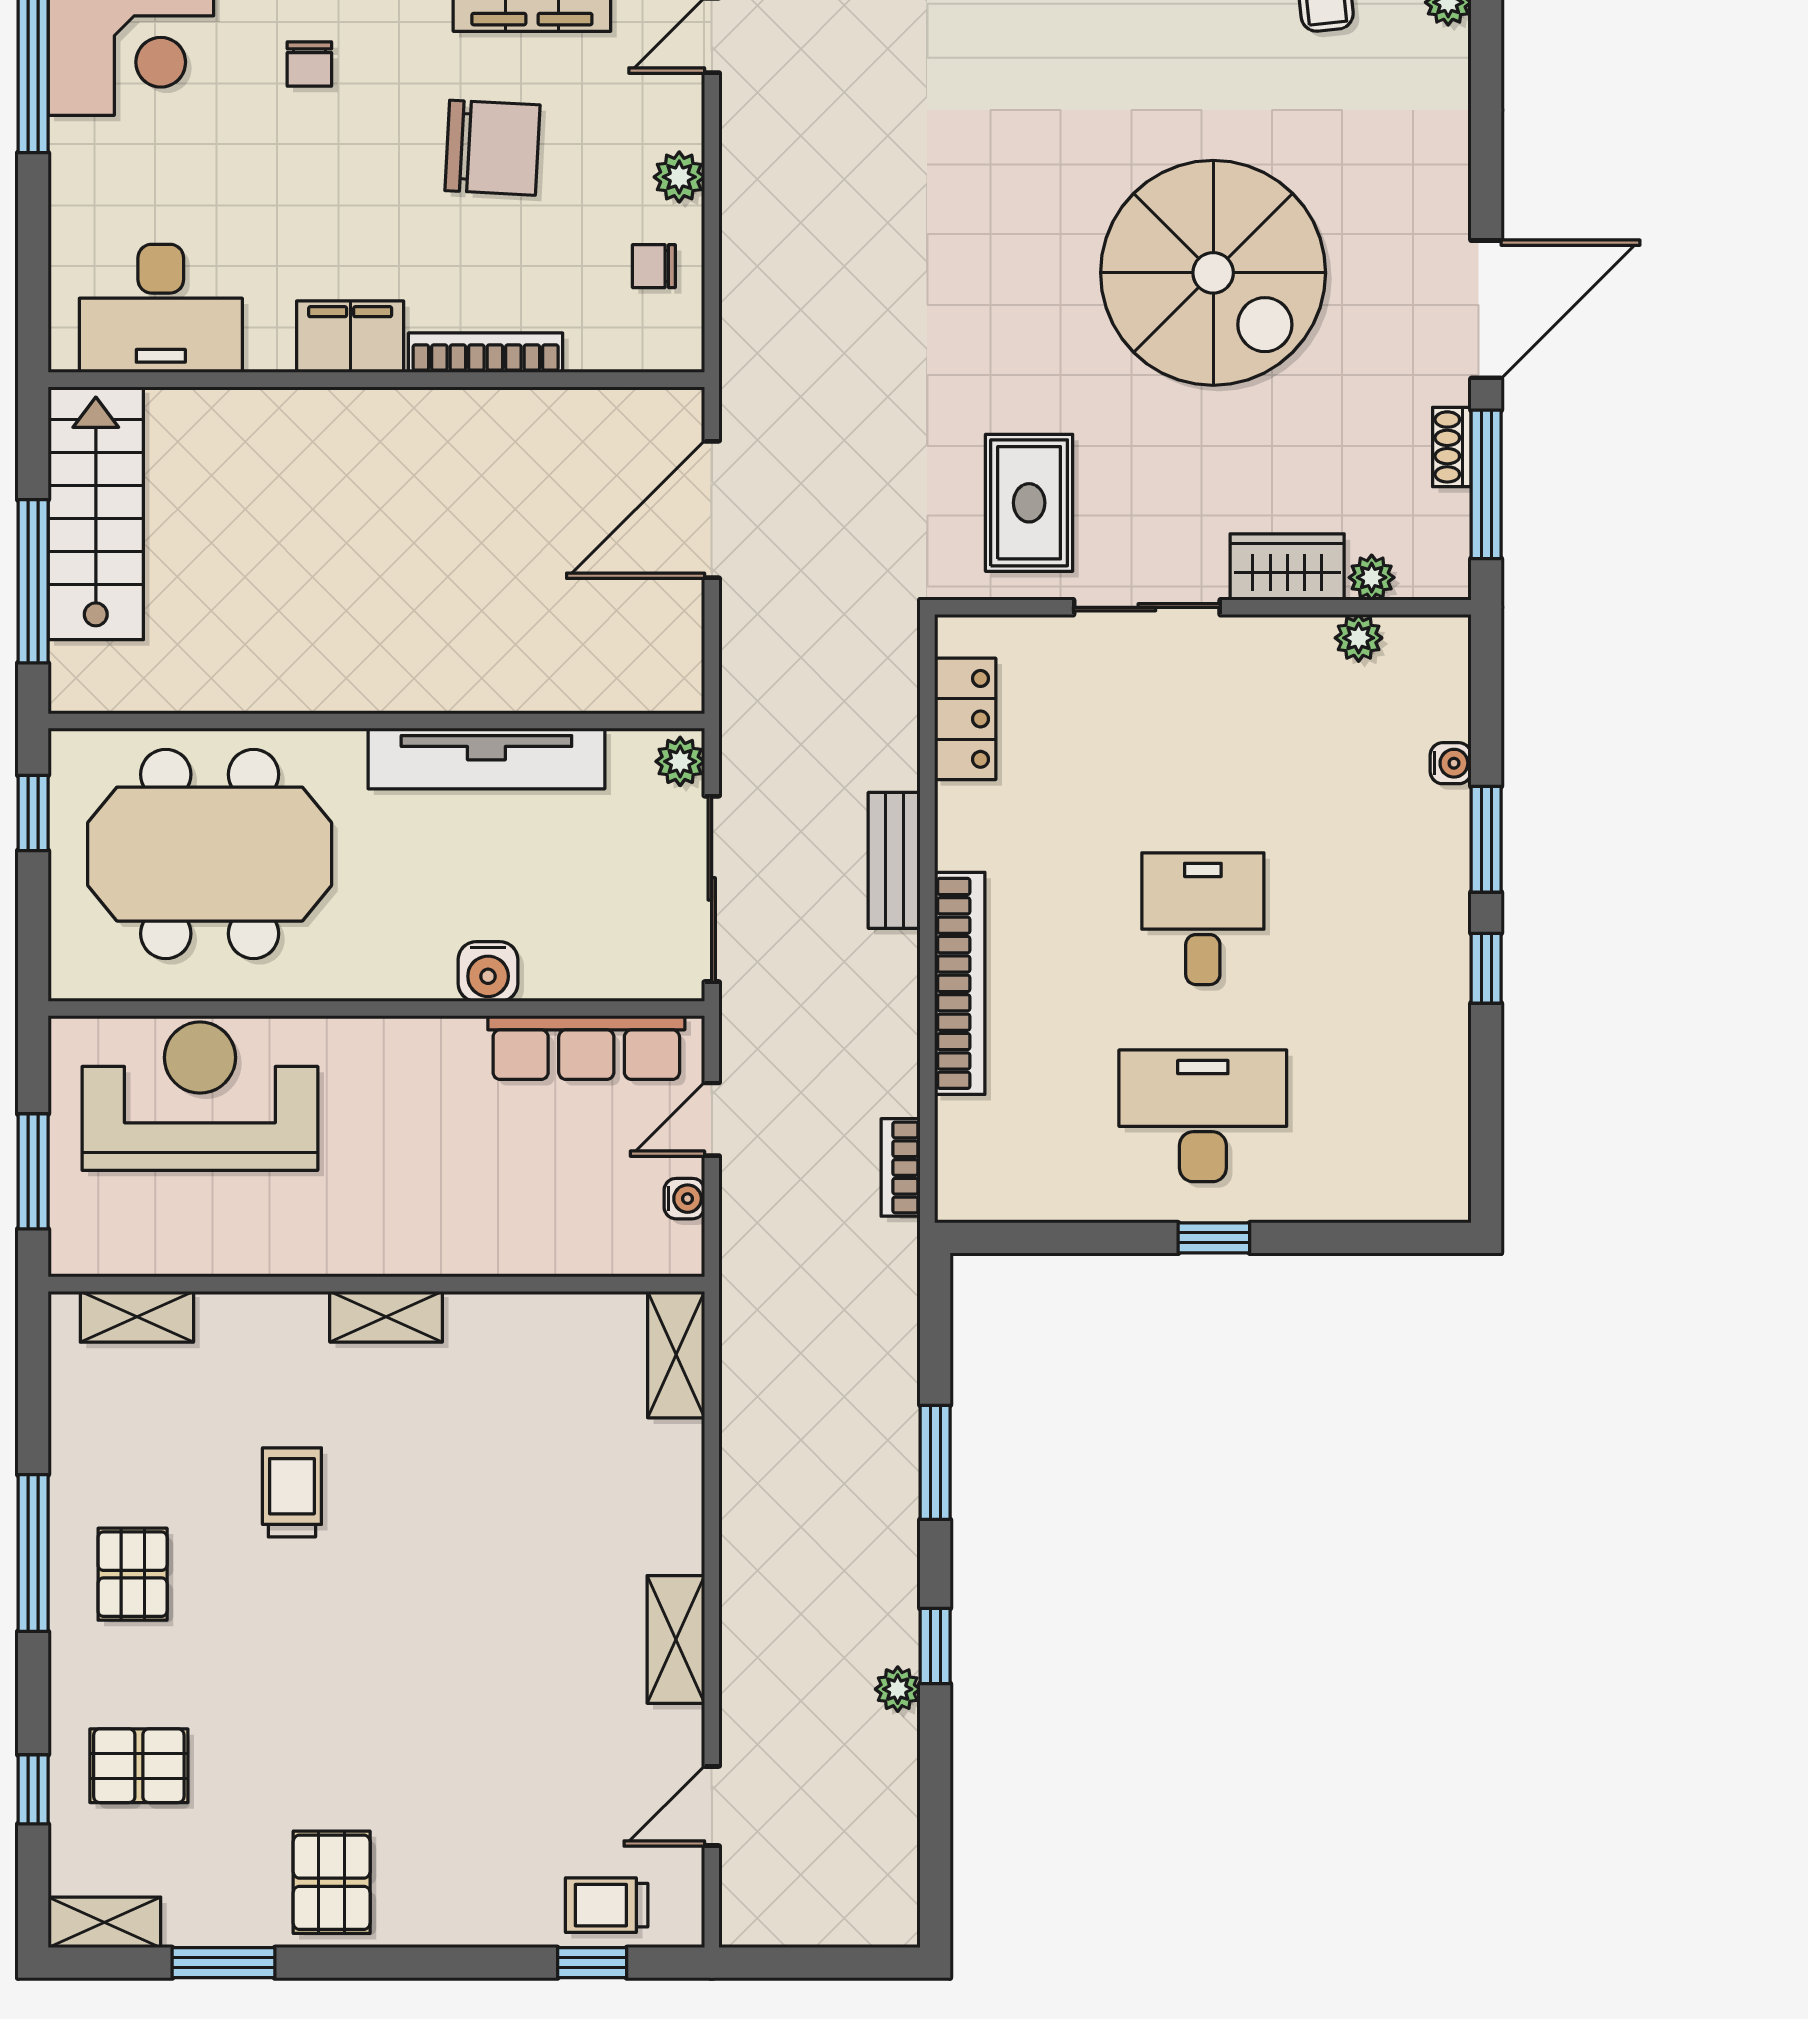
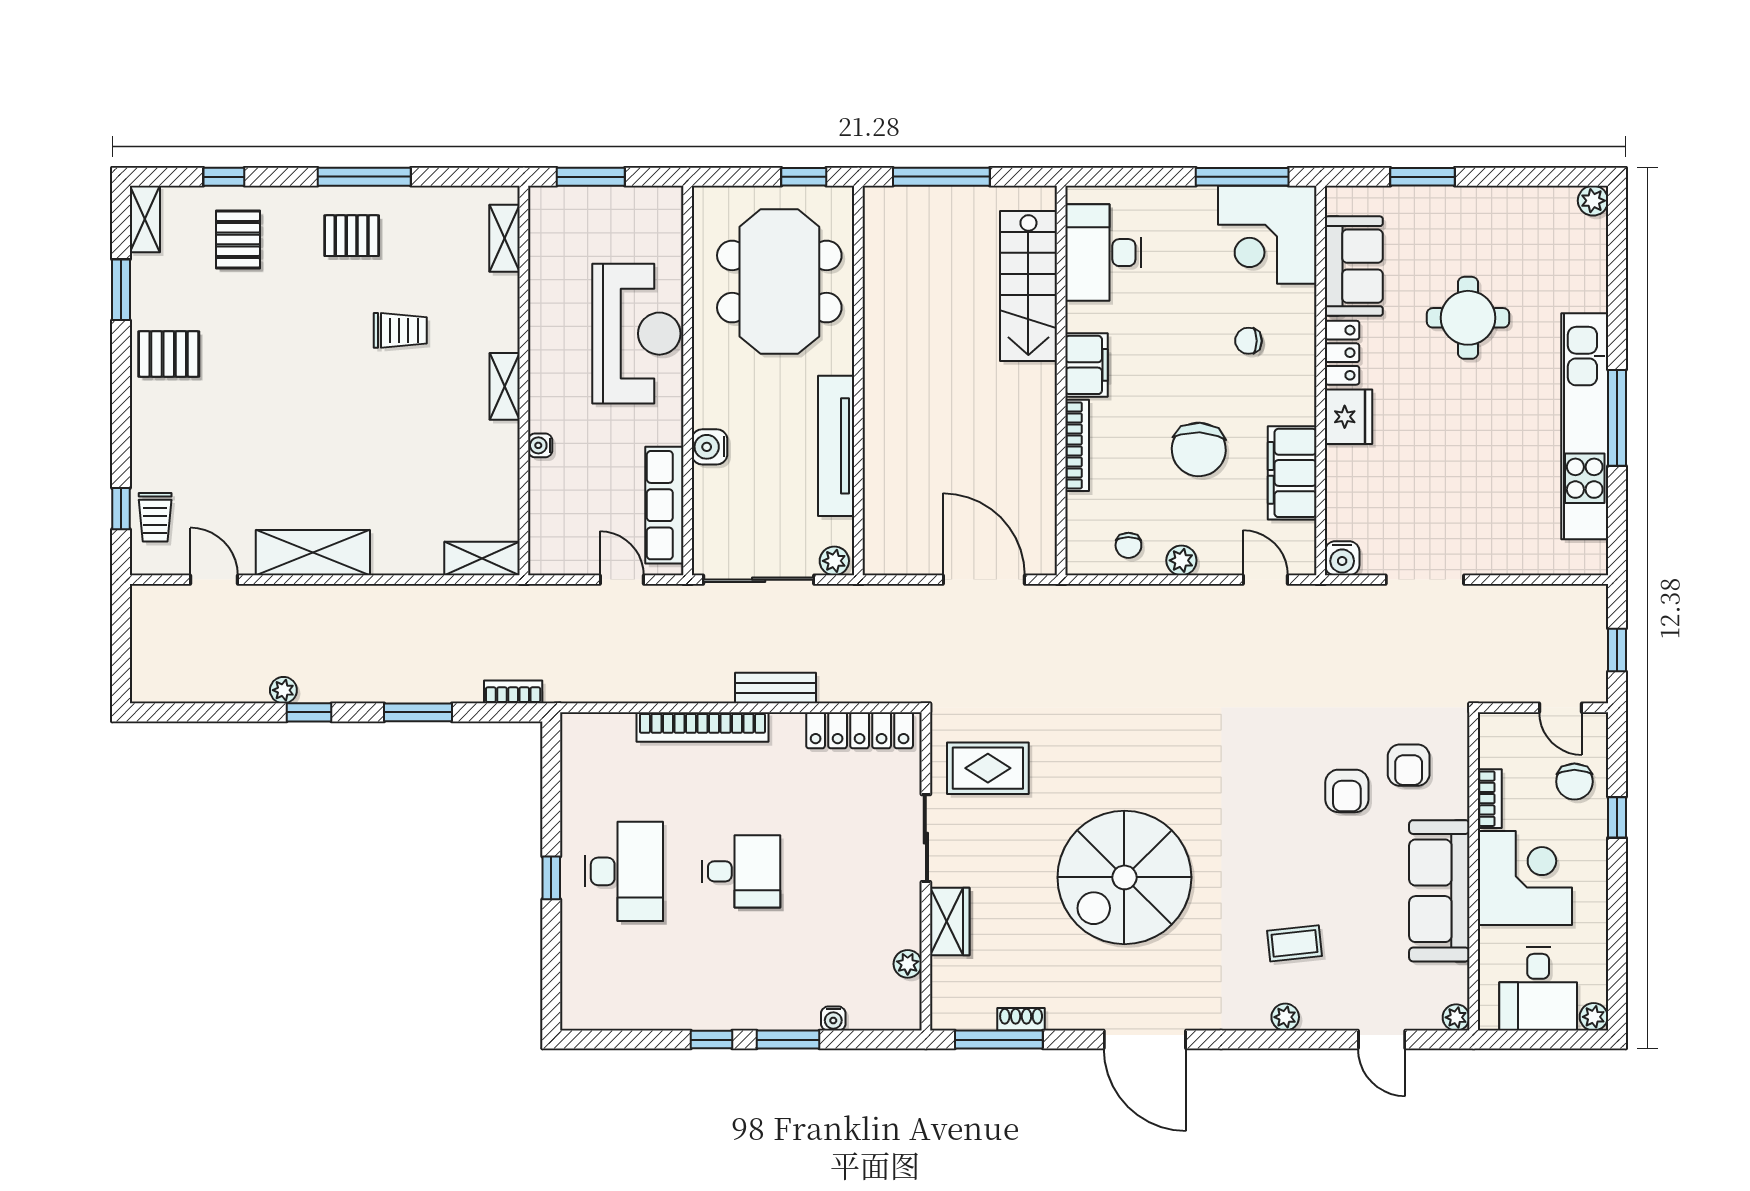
chair: (654, 266) -> (1128, 545), turned 180
door: (1486, 309) -> (1145, 1040), moved
stairs: (96, 513) -> (1028, 286), moved, turned 90
plant: (1372, 577) -> (944, 972), removed
locker: (965, 719) -> (860, 730), width x1.53
reception desk: (200, 1096) -> (636, 334), moved
bookcase: (901, 1167) -> (513, 692), moved
water cooler: (684, 1199) -> (540, 445), moved, turned 90
shelving: (676, 1639) -> (313, 553), width x1.50, depth x1.33
trolley: (607, 1905) -> (155, 517), turned 180

